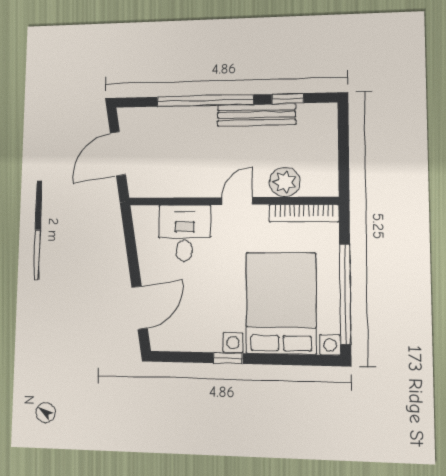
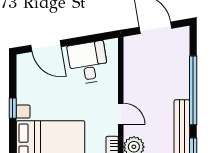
desk: (185, 233) -> (88, 63), moved, turned -99

